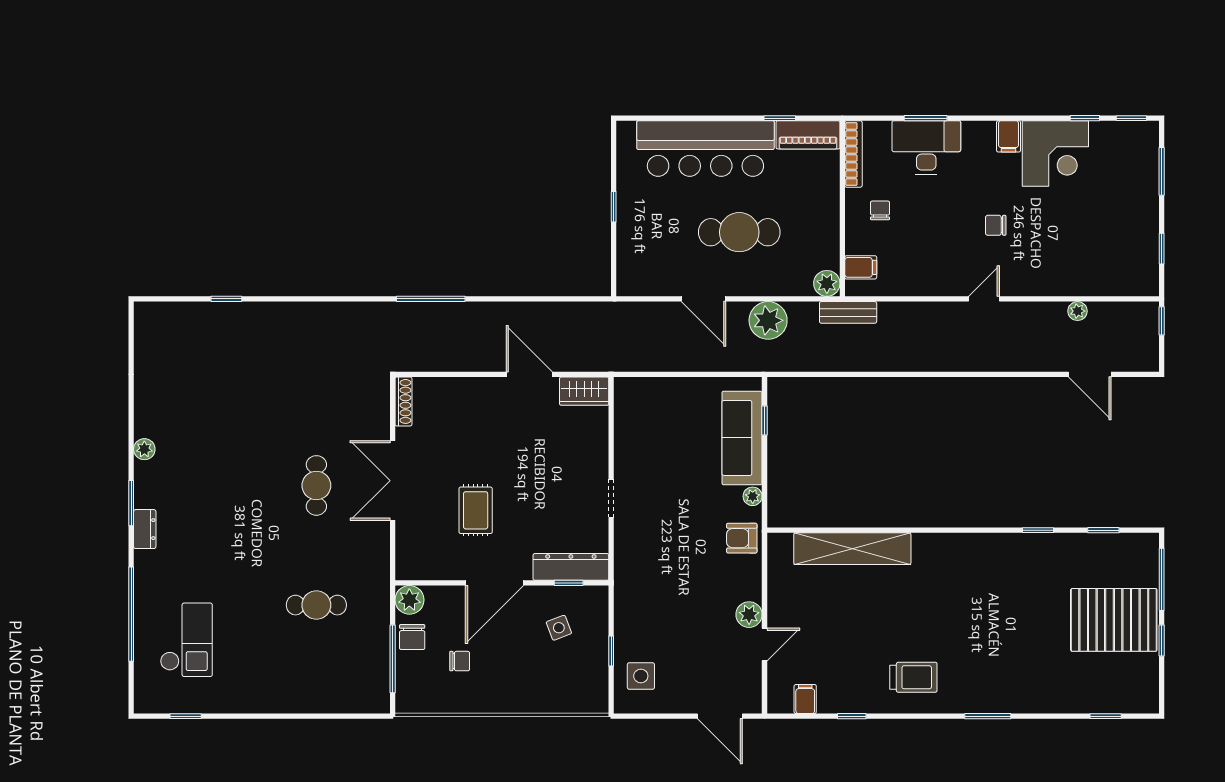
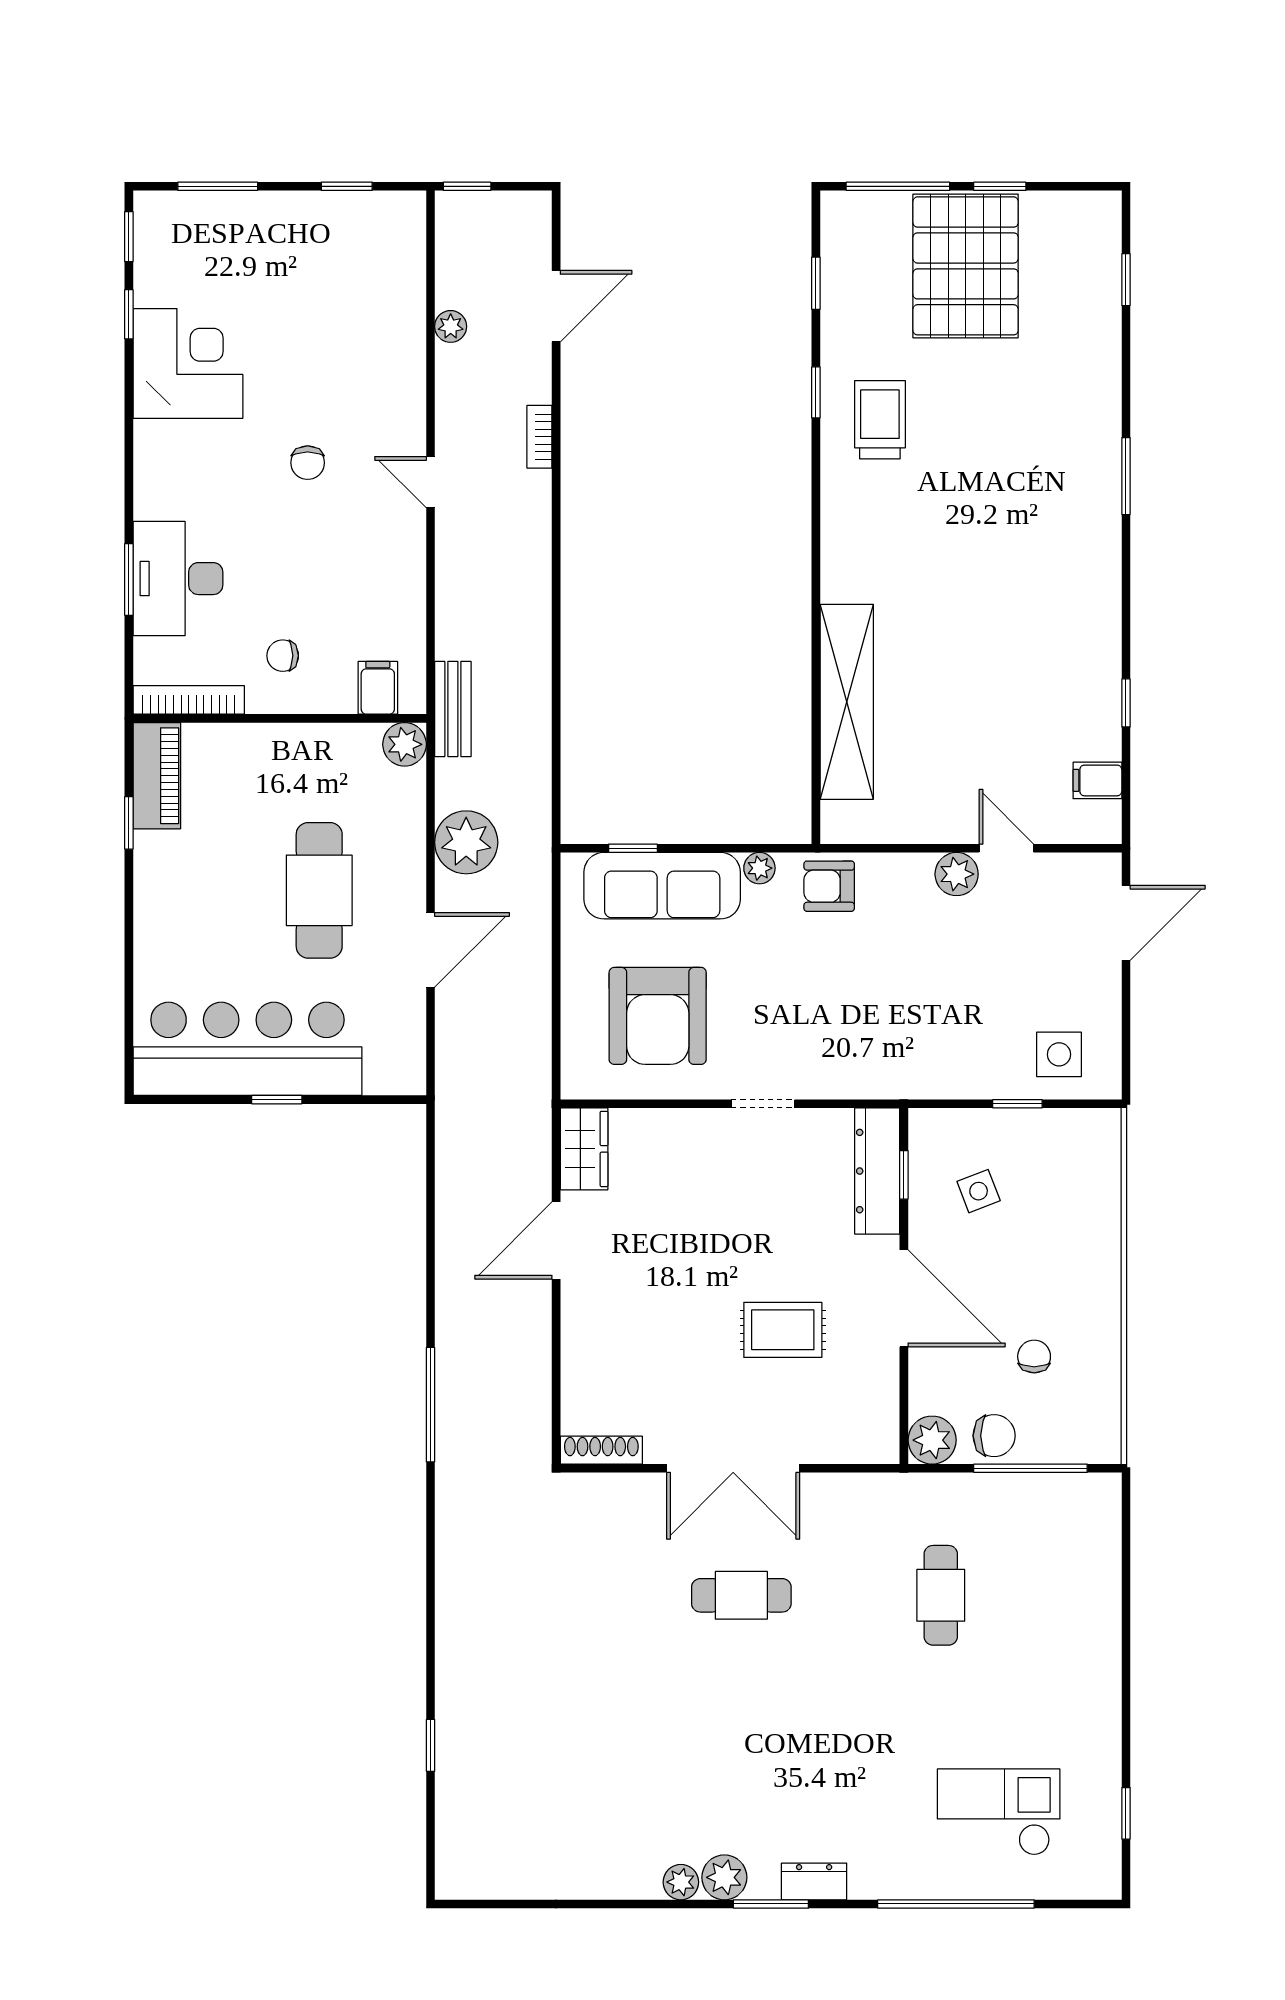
filing cabinet: (1009, 136) -> (159, 441), removed
bar counter: (705, 149) -> (247, 1049), moved, turned -90
bookcase: (1011, 364) -> (539, 437), added
armchair: (664, 435) -> (658, 1016), added
plant: (147, 475) -> (724, 1877), added
armchair: (742, 538) -> (829, 886), turned 90
trolley: (913, 677) -> (880, 420), moved

